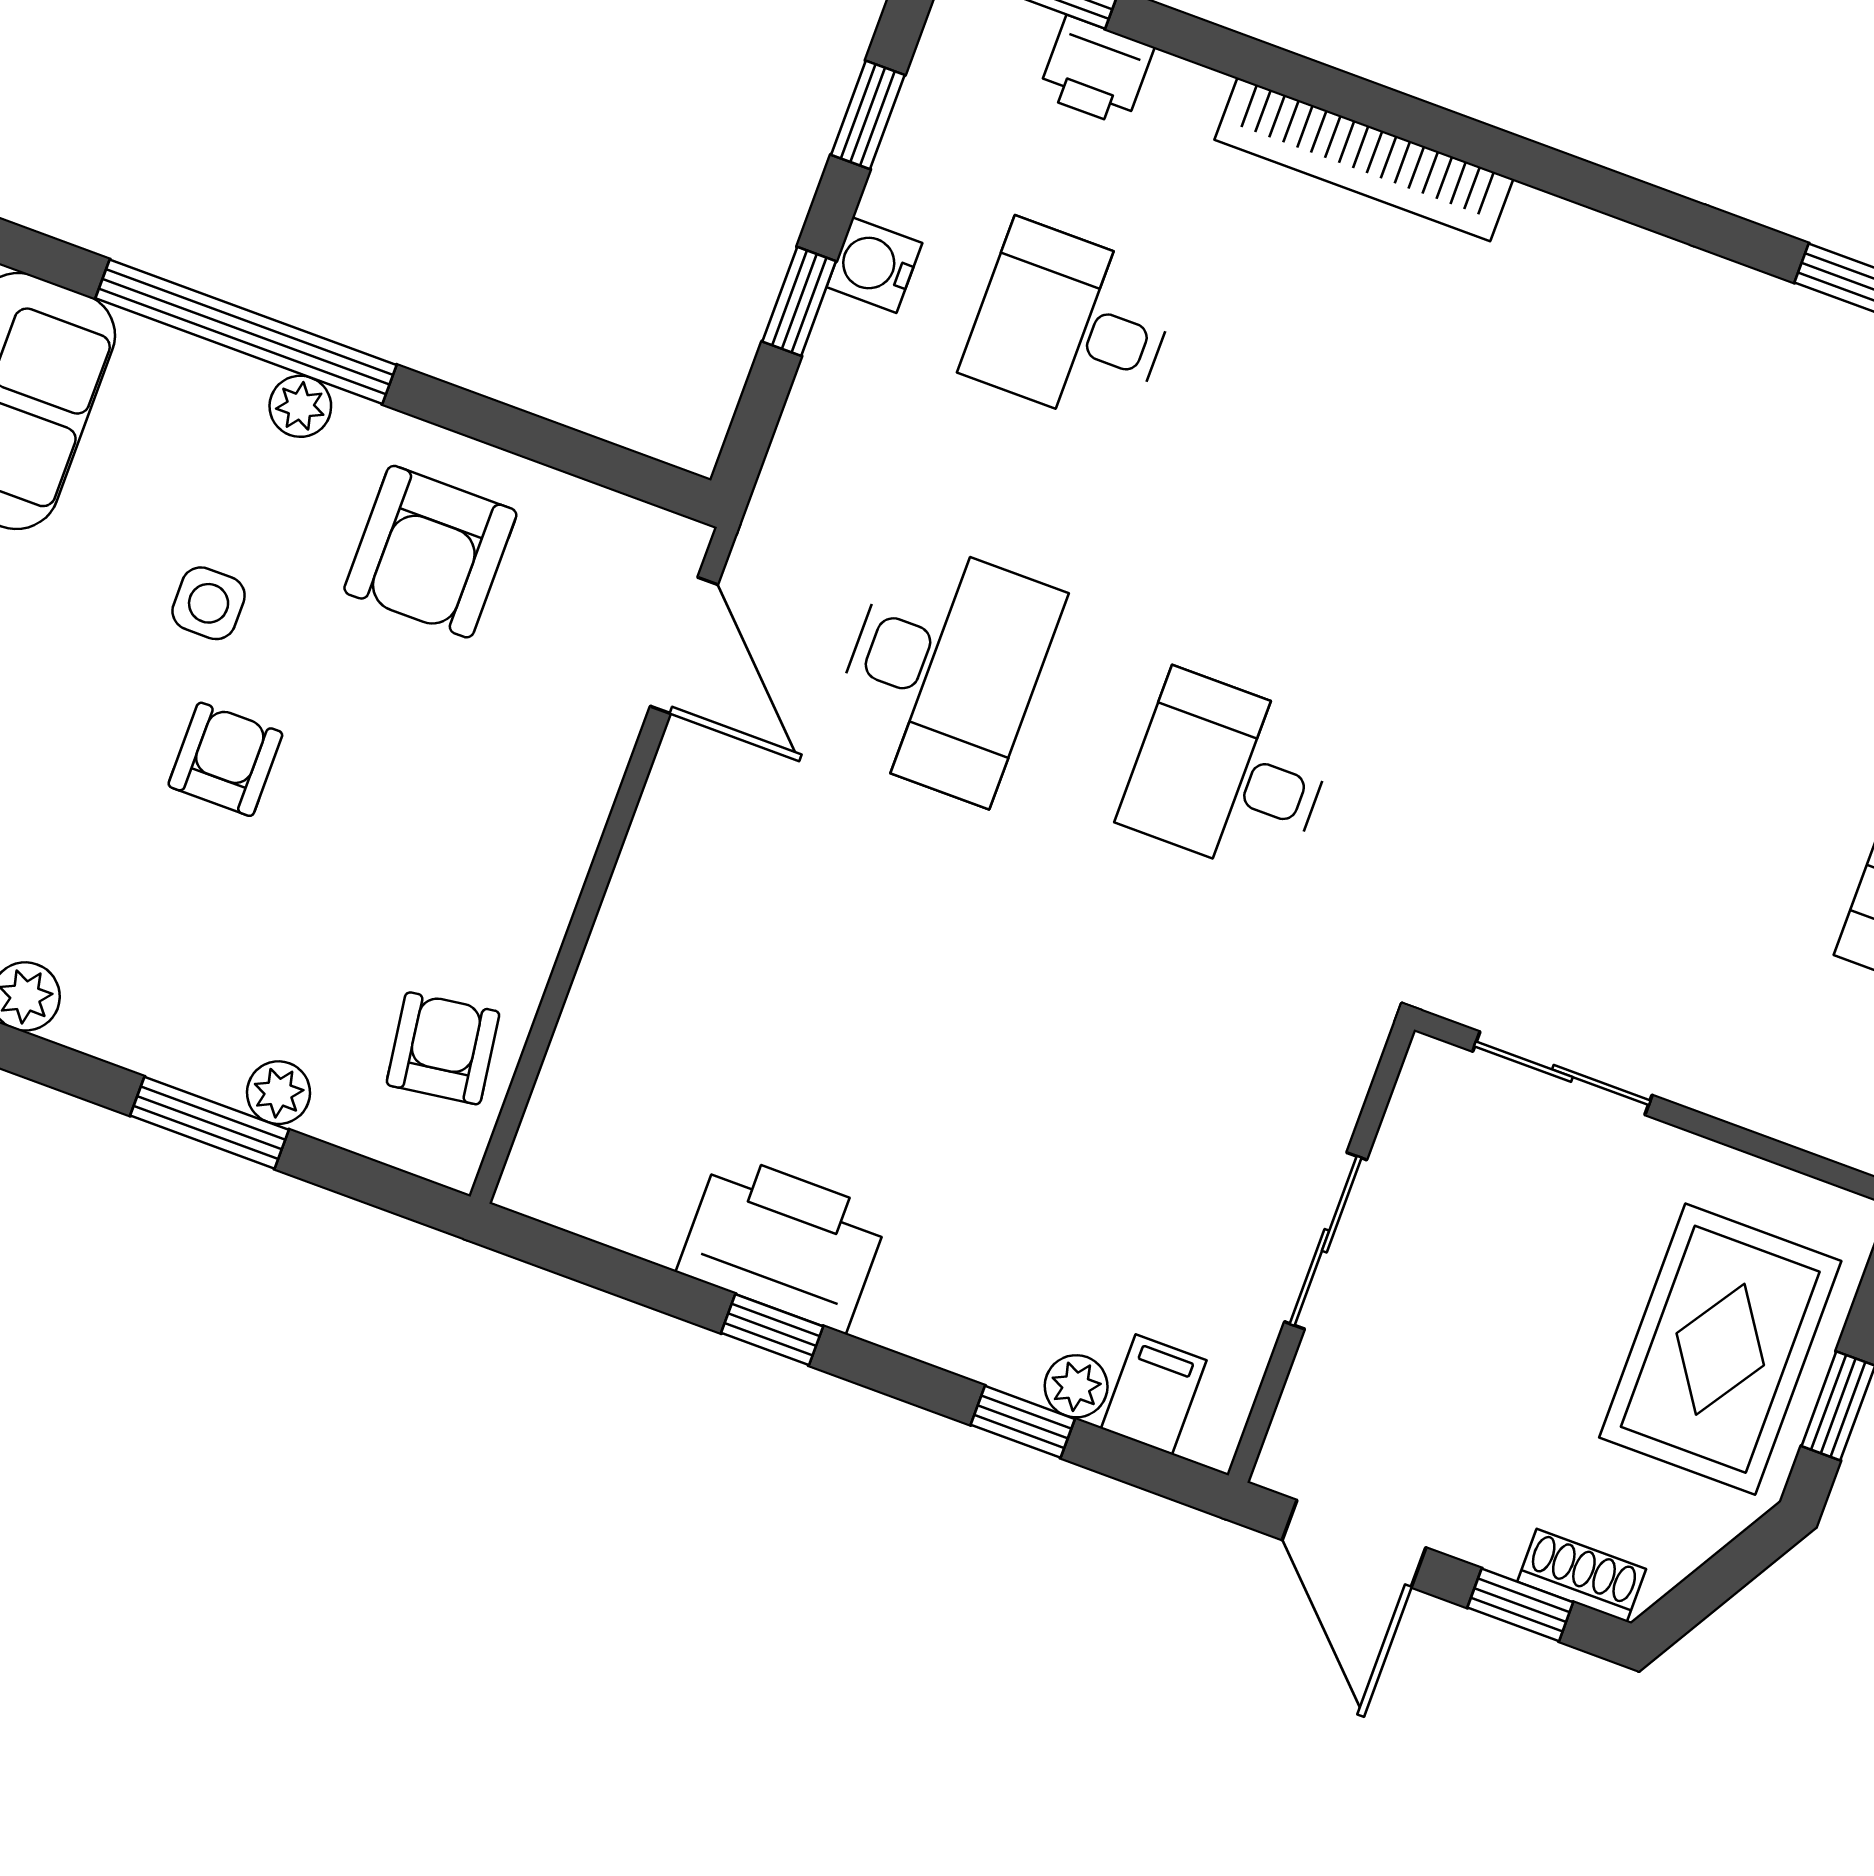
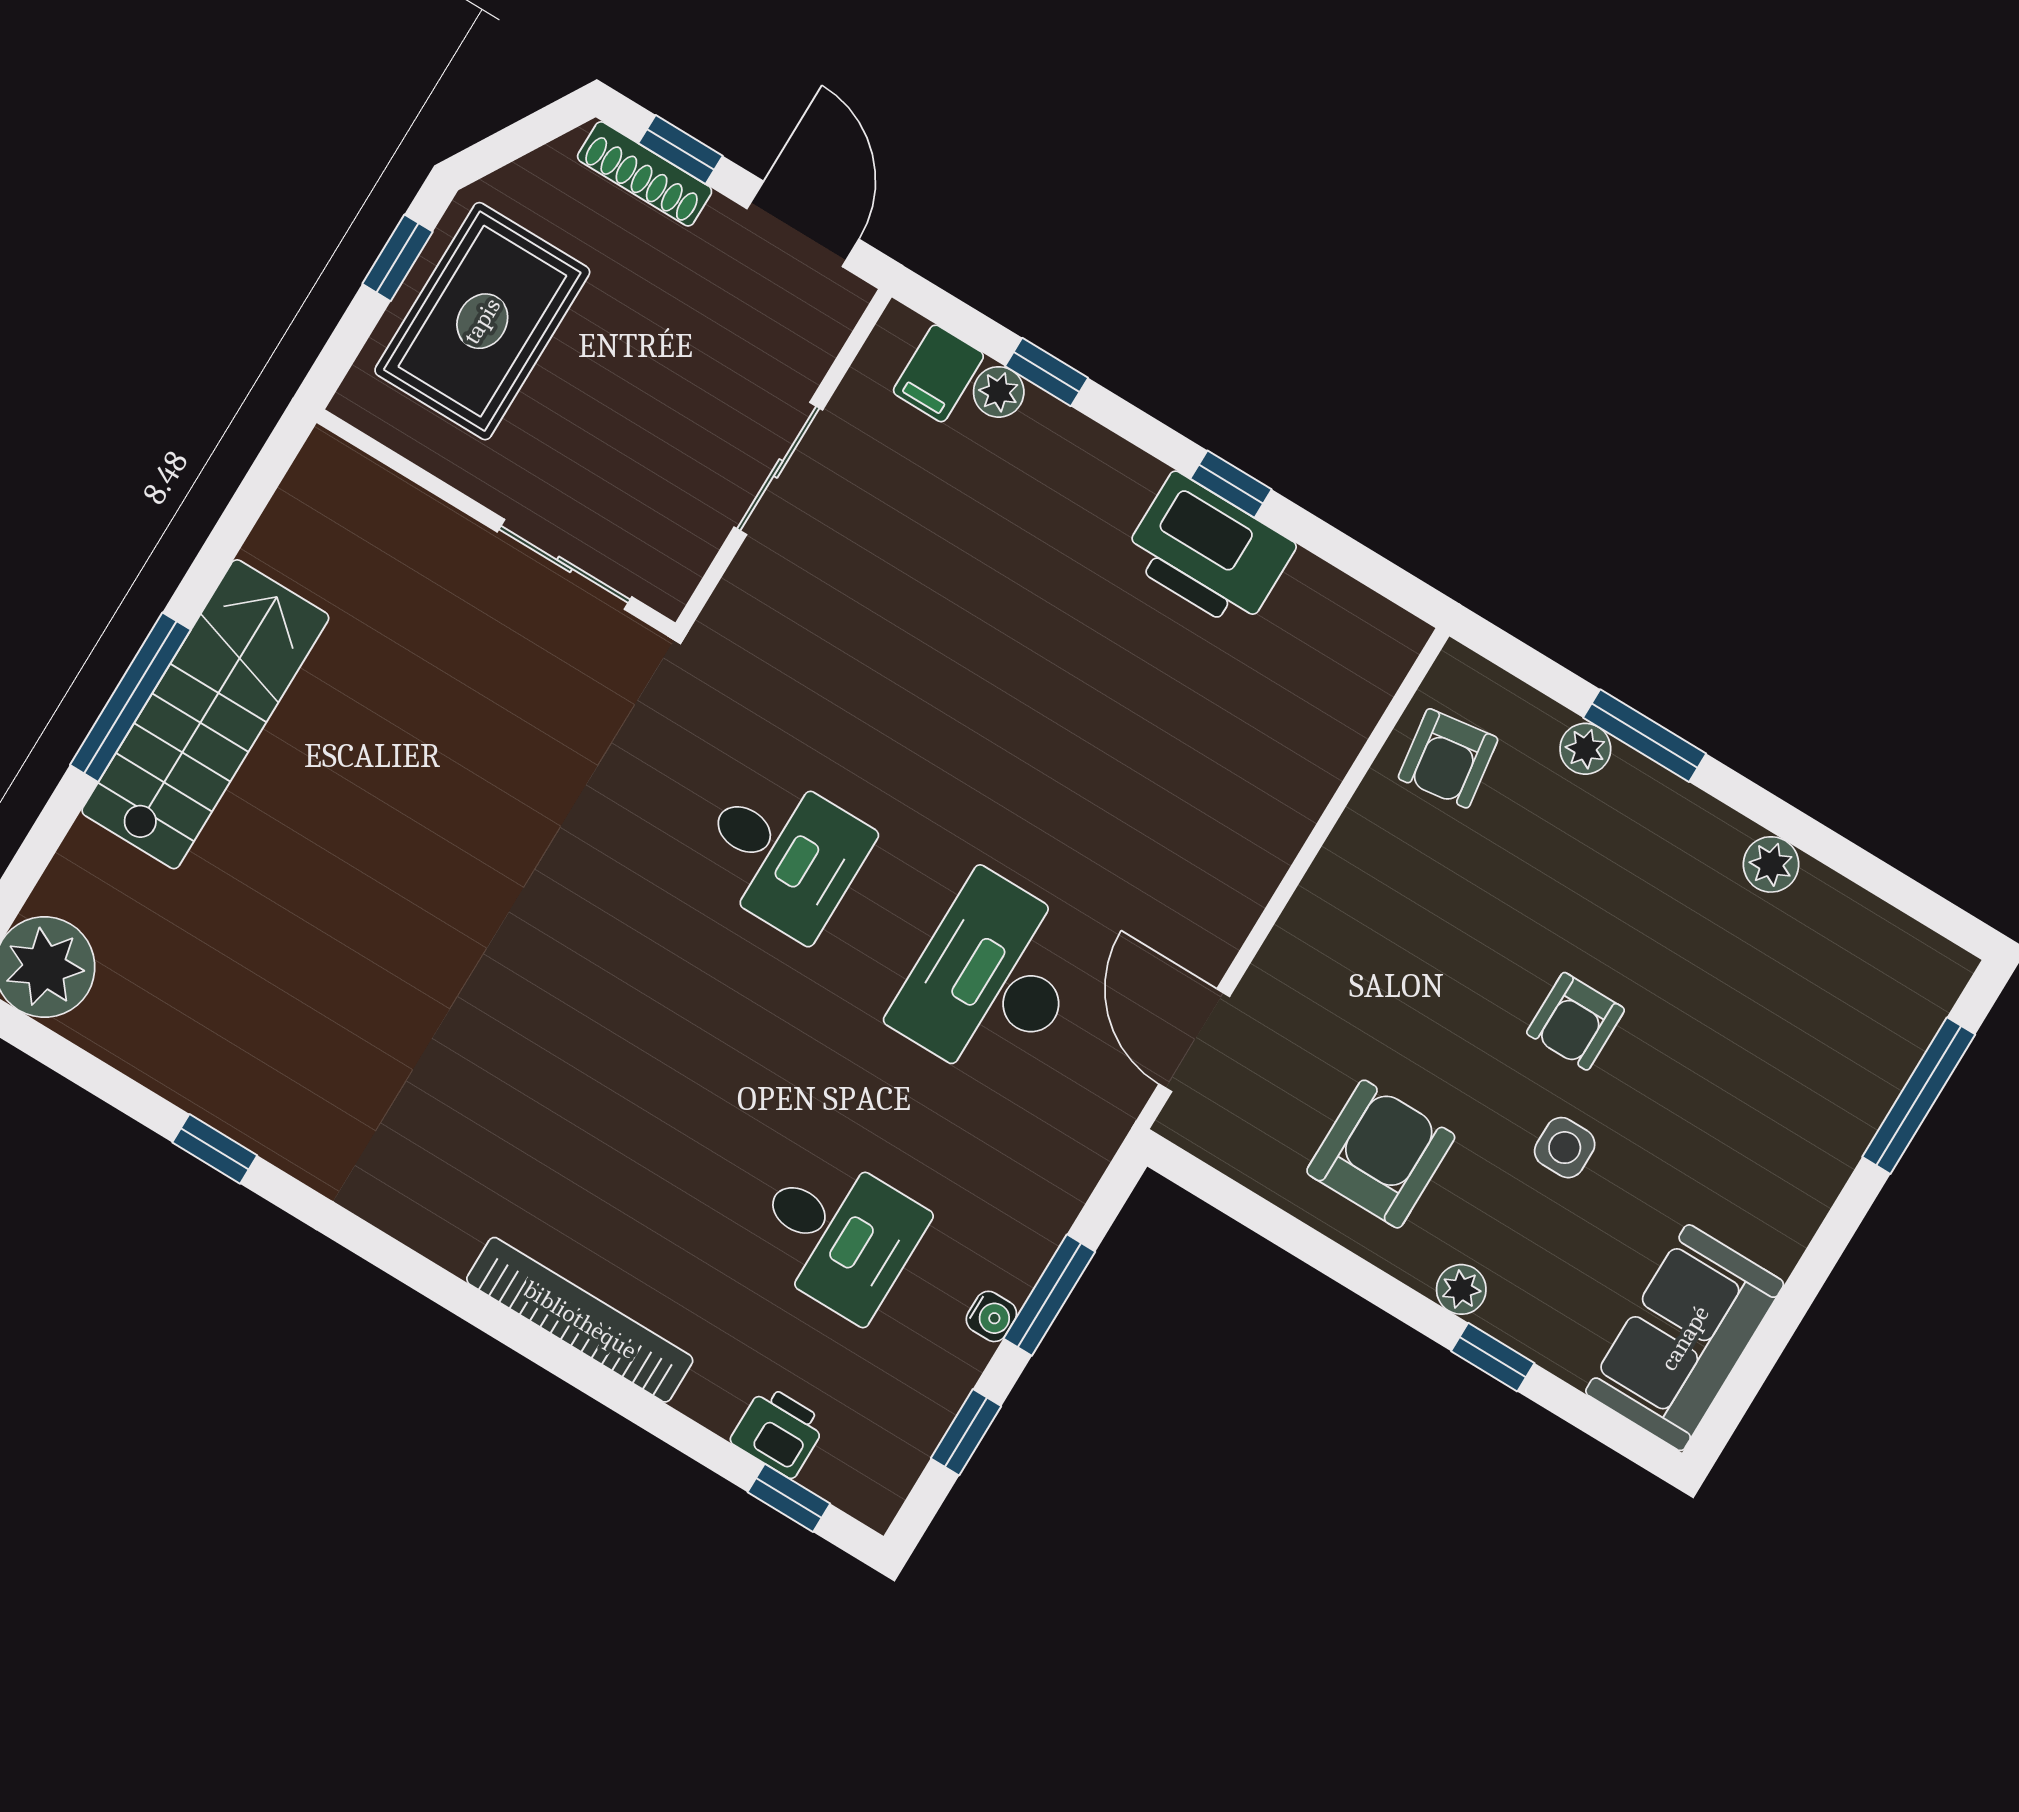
water cooler: (874, 265) -> (991, 1316), width x0.72, depth x0.72
window: (799, 301) -> (1049, 1295), width x1.50
window: (246, 332) -> (1493, 1357), width x0.32
shoe rack: (1582, 1575) -> (645, 174), width x1.43

